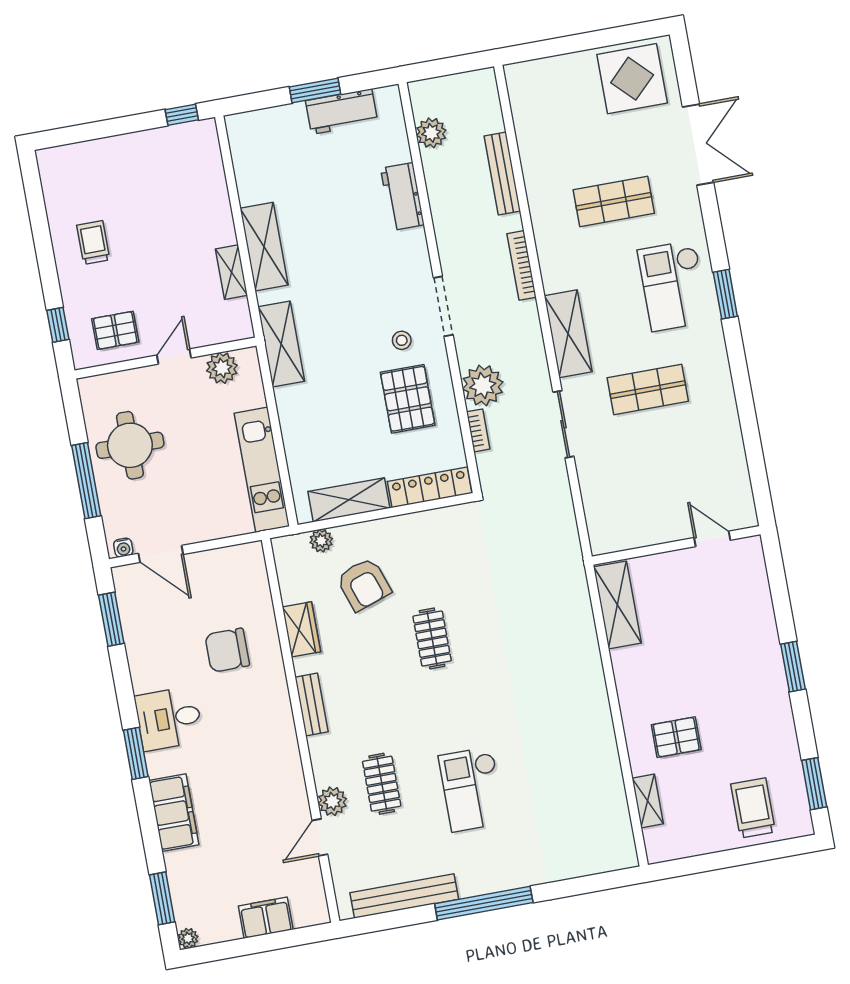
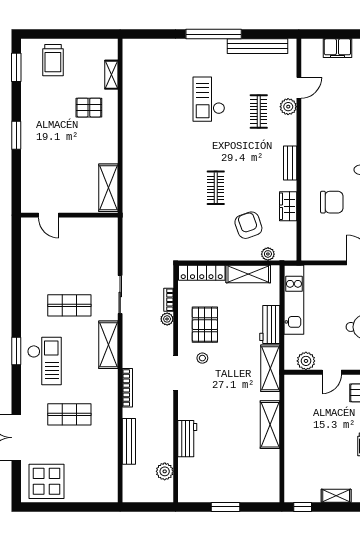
workbench: (342, 112) -> (270, 325), moved, turned -90
shelving: (232, 272) -> (336, 496), moved, turned 90
plant: (483, 385) -> (167, 319), width x0.53, depth x0.53
checkout: (472, 789) -> (209, 99), turned 180

